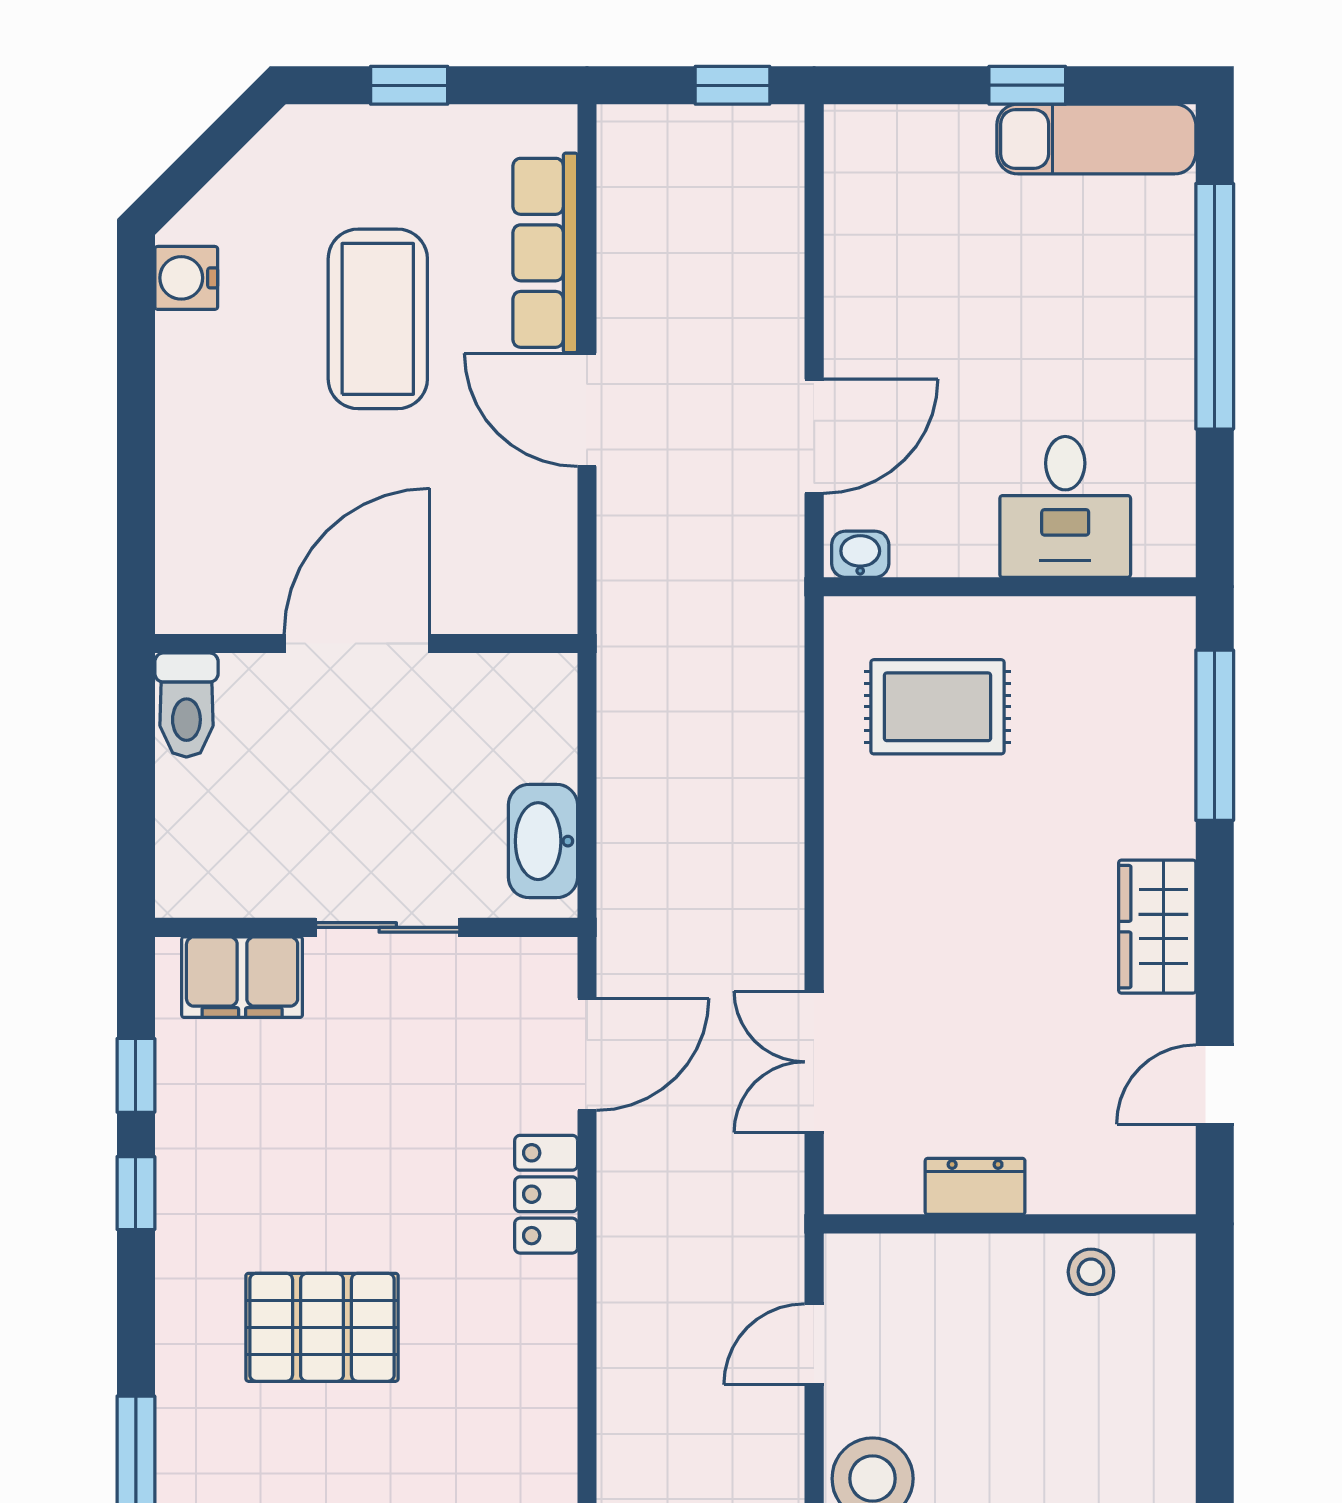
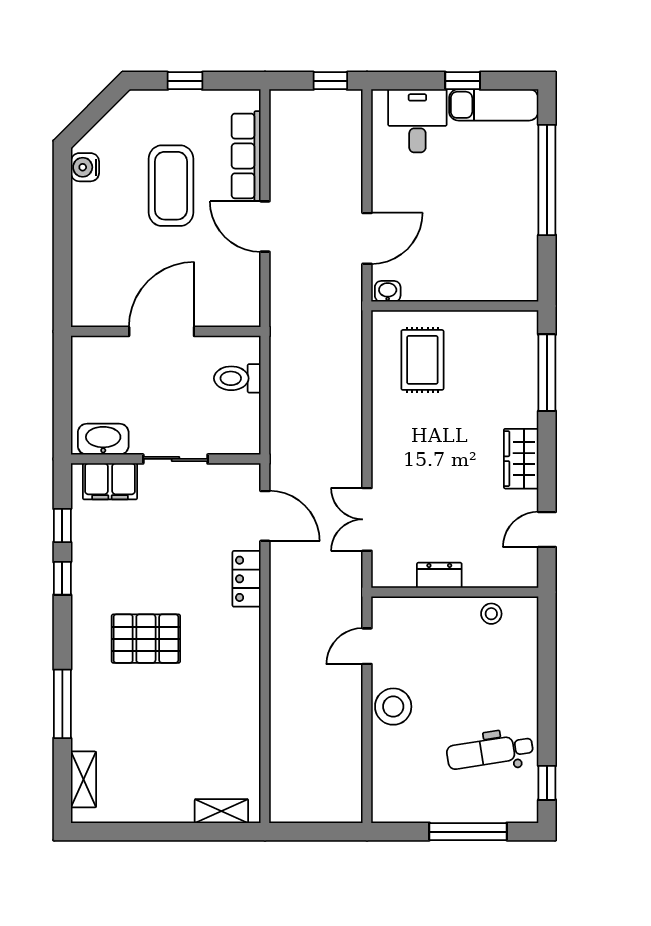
desk: (1065, 507) -> (417, 121), moved, turned 180
toilet: (186, 705) -> (237, 378), moved, turned 90
rug: (937, 707) -> (422, 360), turned 90
washbasin: (543, 841) -> (103, 439), moved, turned 90
door: (587, 1054) -> (265, 516), hinge flipped

